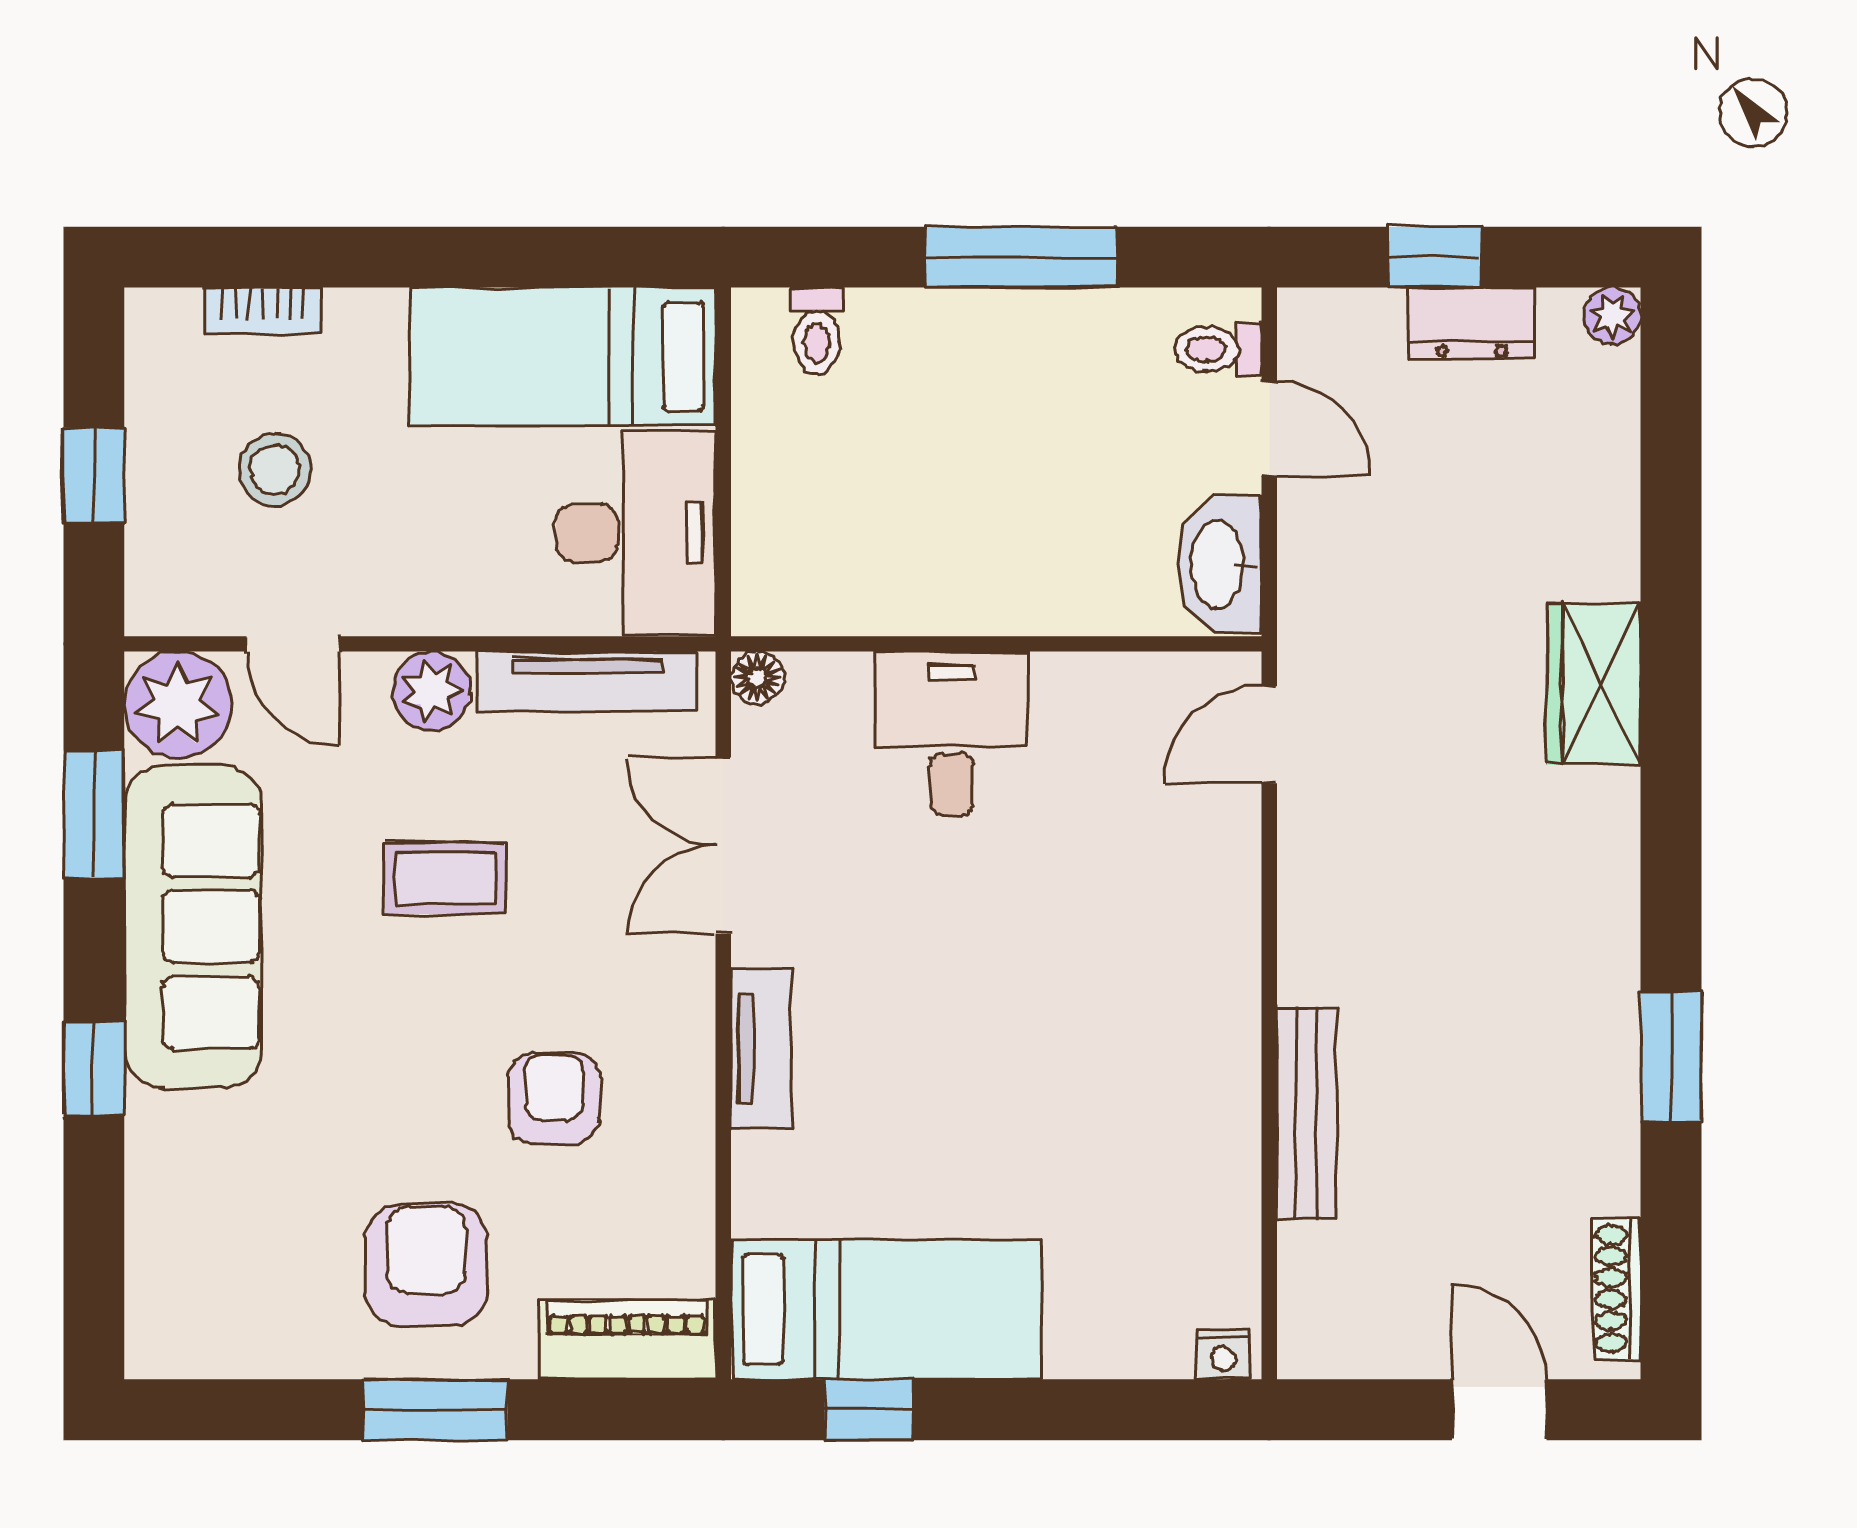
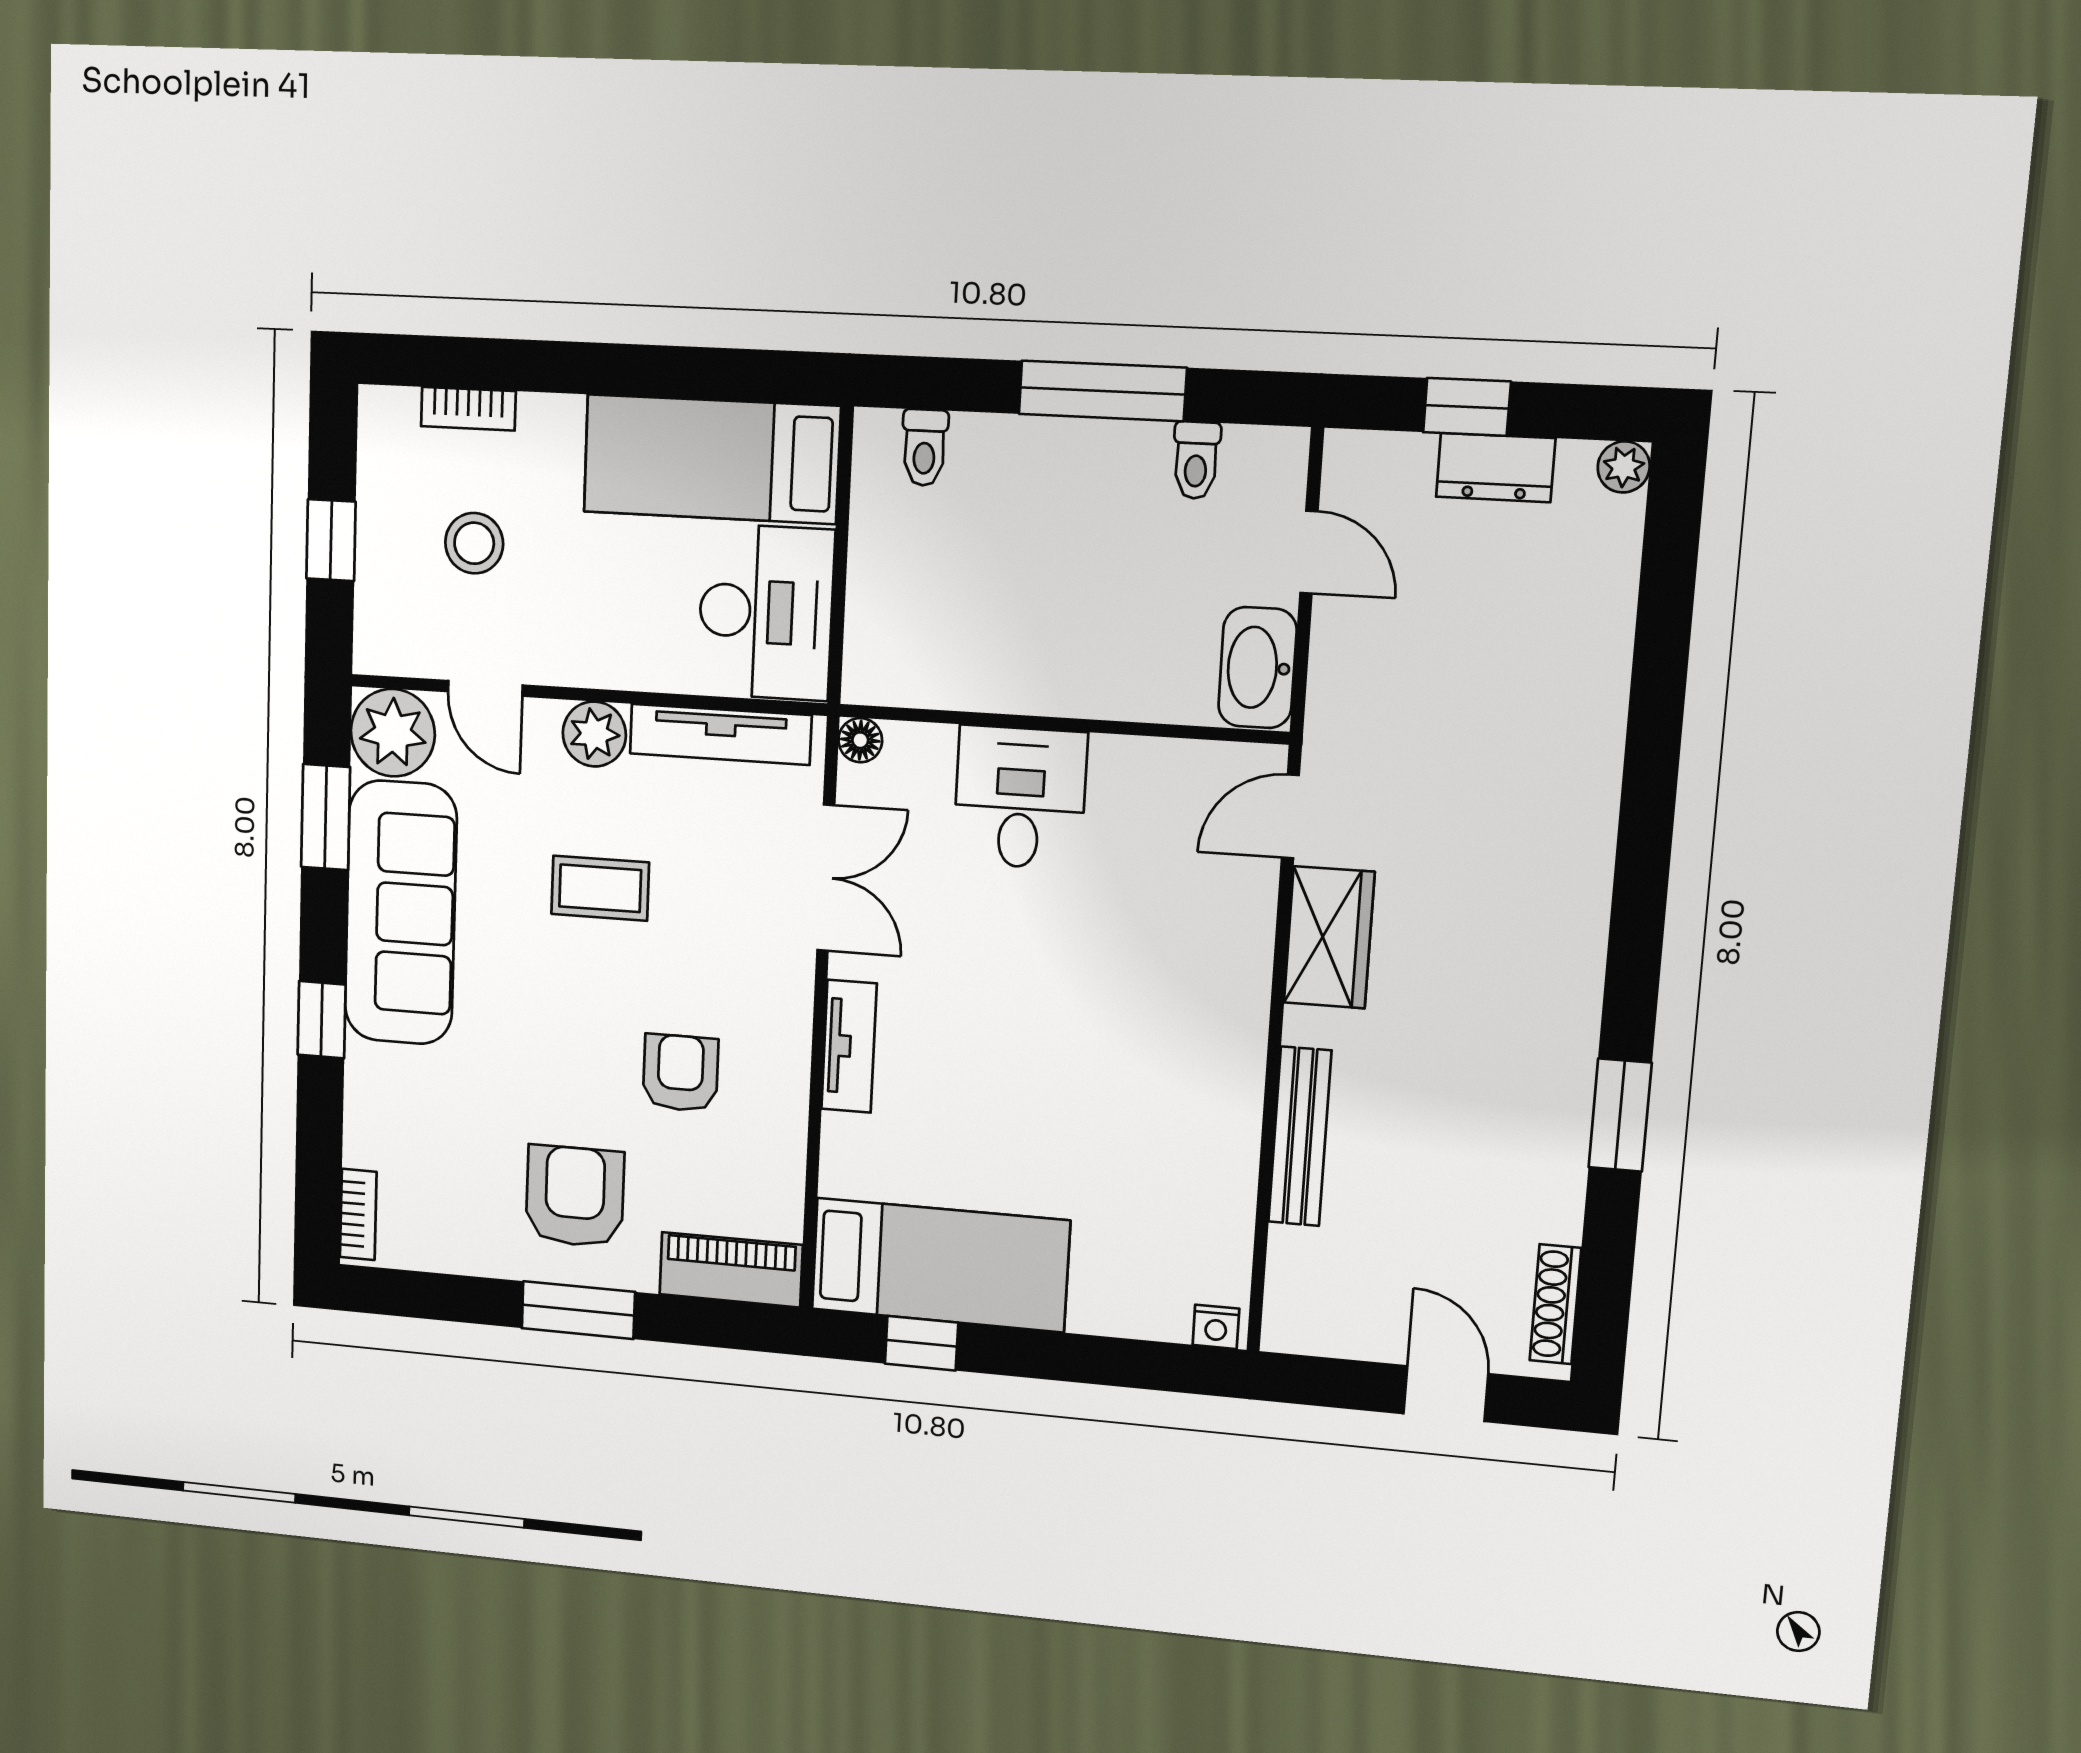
toilet: (1218, 349) -> (1196, 460), moved, turned -90
wardrobe: (1594, 684) -> (1329, 937), moved, turned 180
double door: (723, 846) -> (826, 878), swing flipped
bookcase: (147, 1313) -> (358, 1214), added

